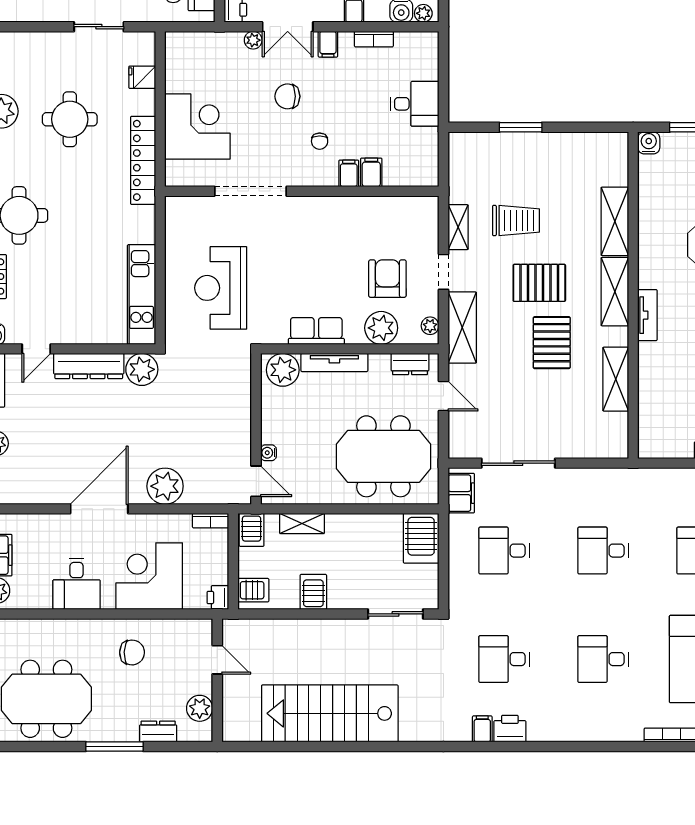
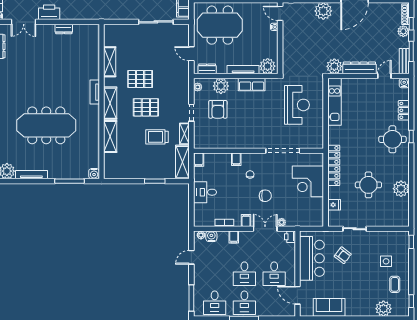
filing cabinet: (371, 172) -> (199, 160), moved
shelving: (462, 328) -> (182, 162), moved
pallet: (552, 343) -> (140, 79), turned 90

